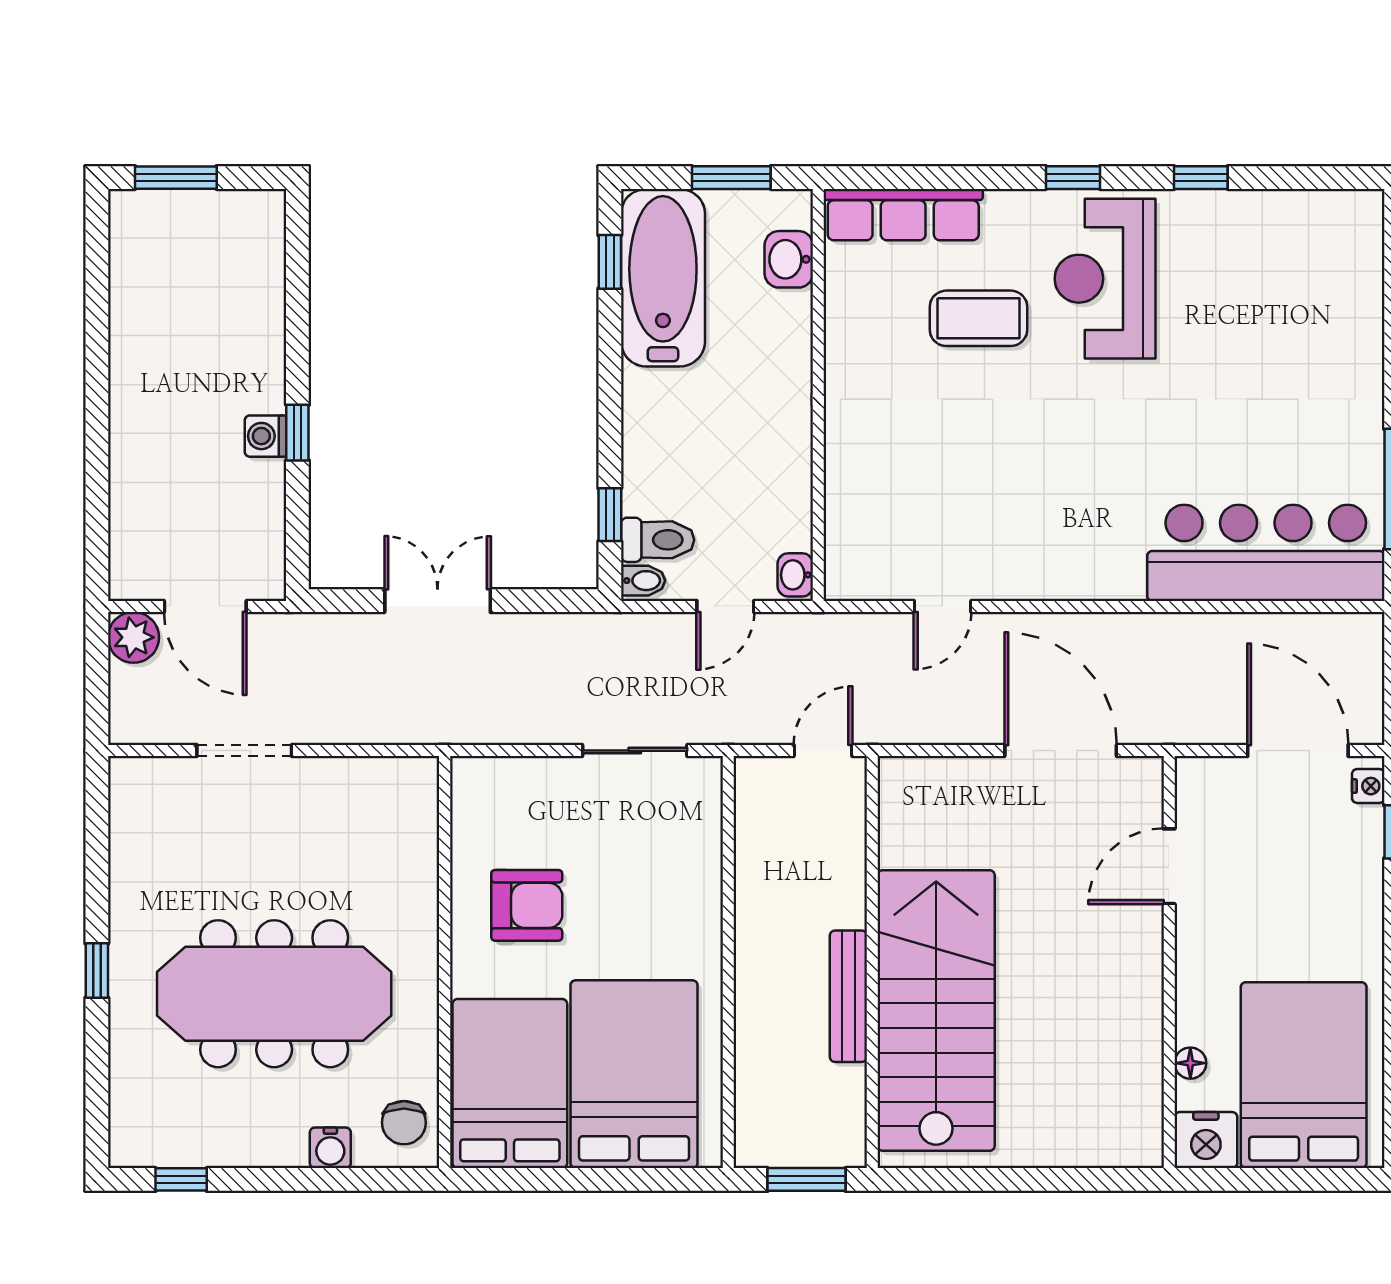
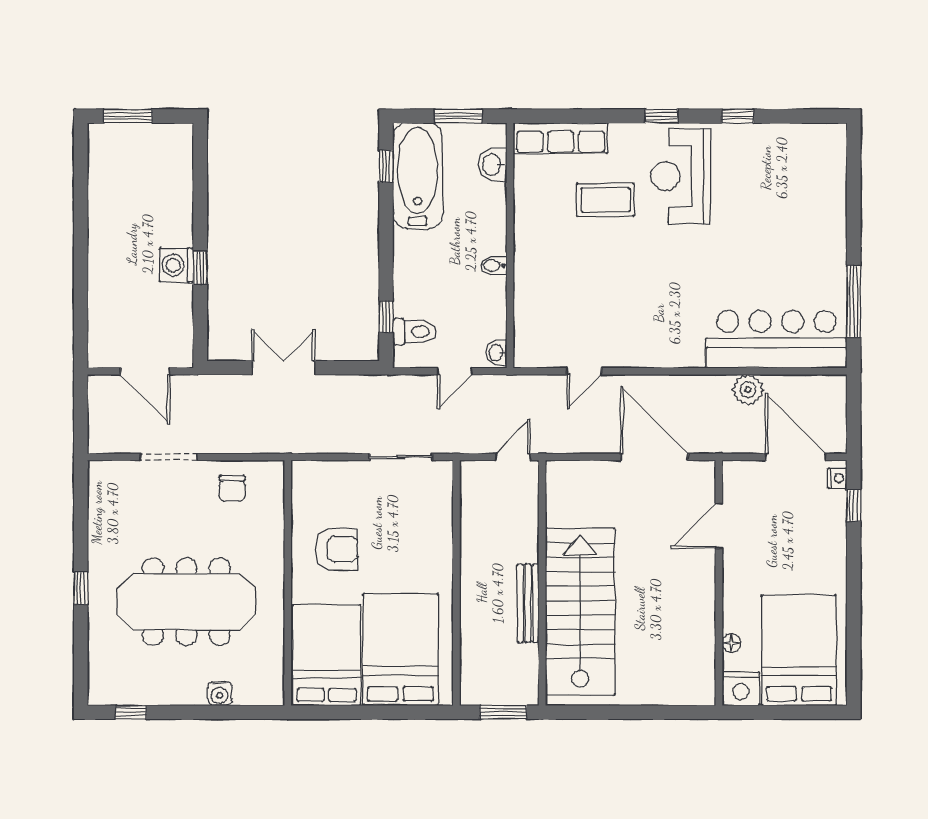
washing machine: (266, 436) -> (176, 265), width x1.38, depth x1.38
bidet: (643, 581) -> (494, 265), moved, turned 180
plant: (133, 637) -> (748, 390), moved
chair: (404, 1123) -> (232, 489), moved

